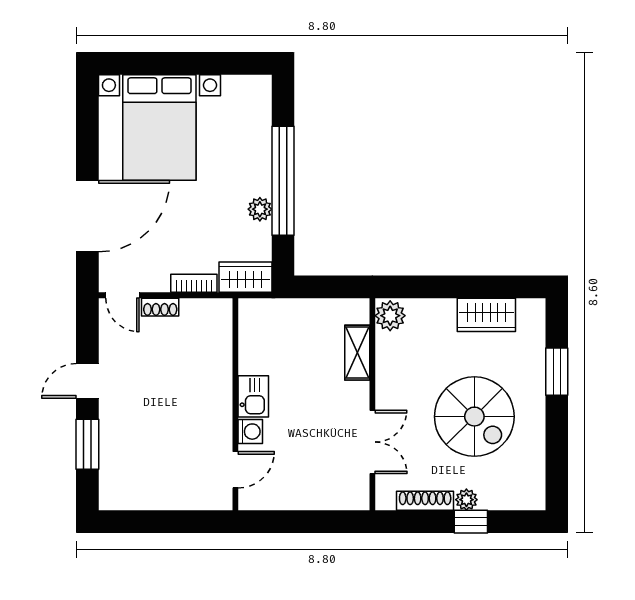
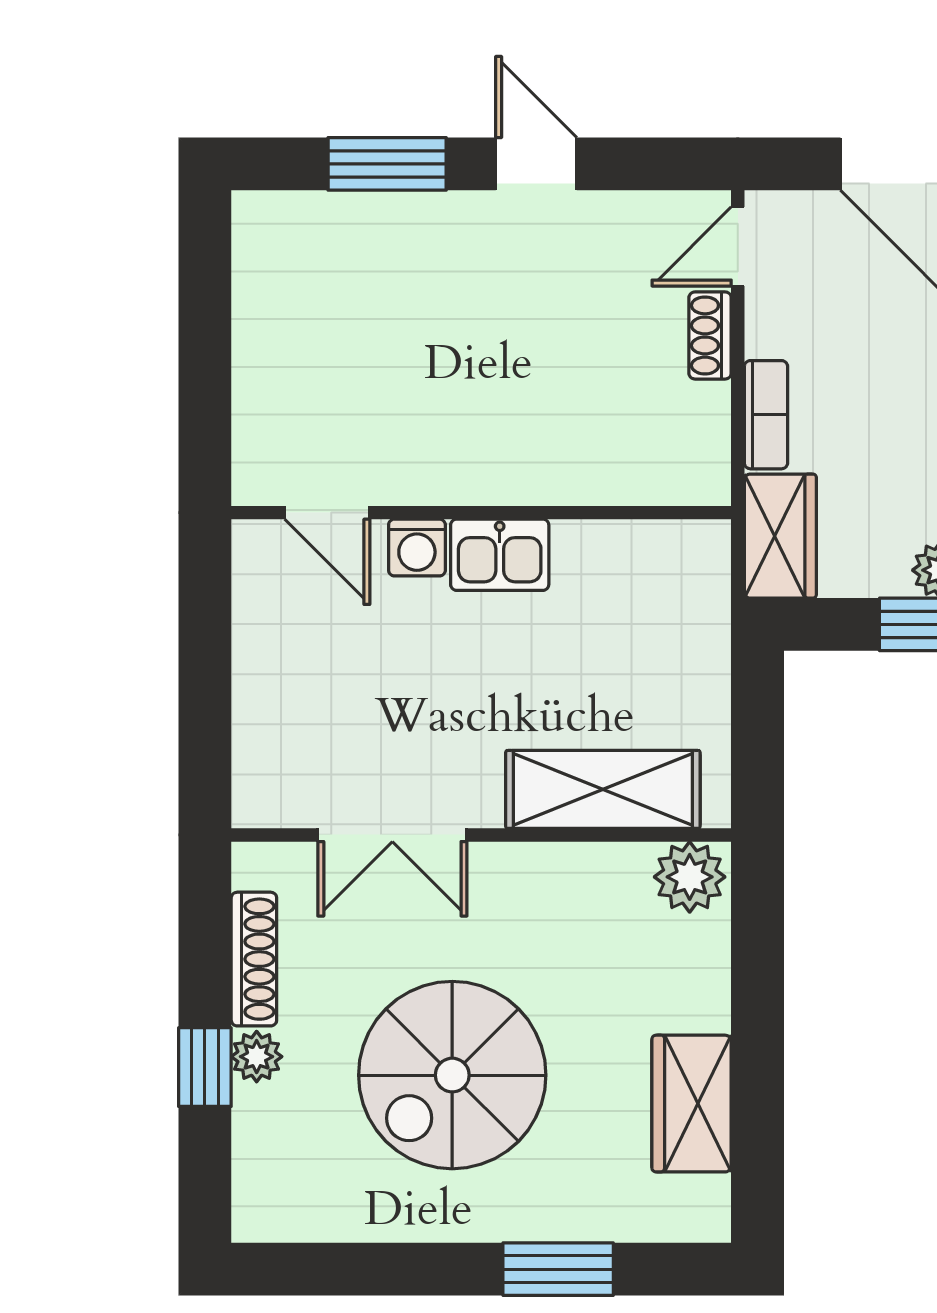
shelving: (357, 353) -> (603, 789), width x1.50, depth x1.33

